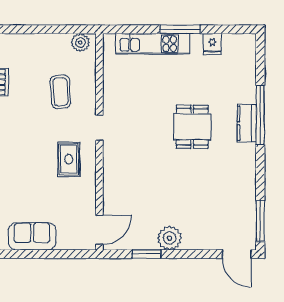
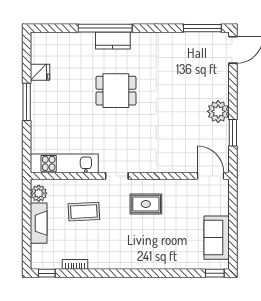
fireplace: (48, 42) -> (39, 223), added
kitchen unit: (153, 44) -> (64, 163), moved, turned -90

